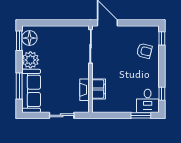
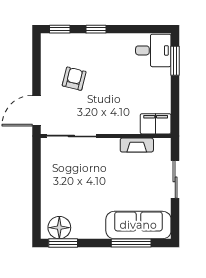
armchair: (144, 51) -> (74, 79), moved
plant: (30, 60) -> (92, 226), removed
filing cabinet: (99, 89) -> (156, 124), moved
window: (162, 94) -> (96, 29), moved

